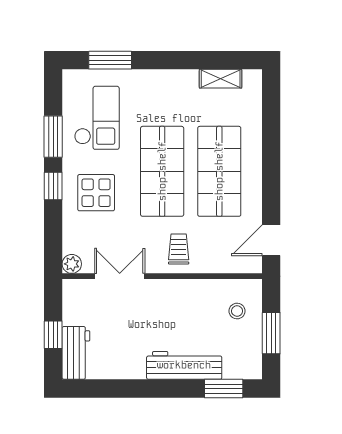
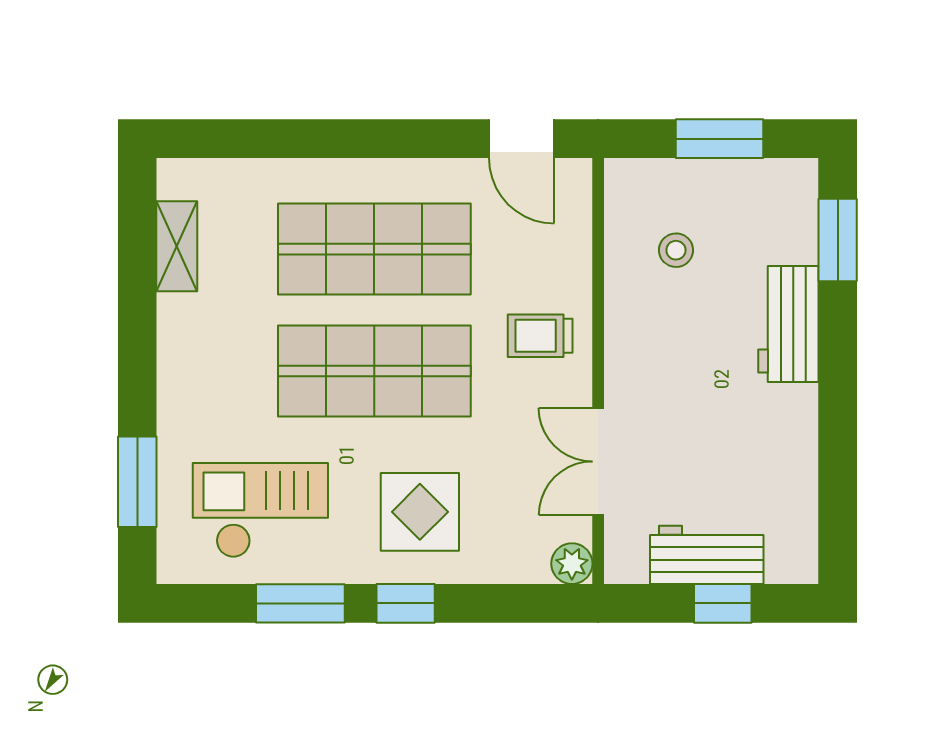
stool: (237, 311) -> (676, 250), moved
workbench: (76, 353) -> (707, 555), moved
workbench: (184, 365) -> (788, 324), width x0.73

